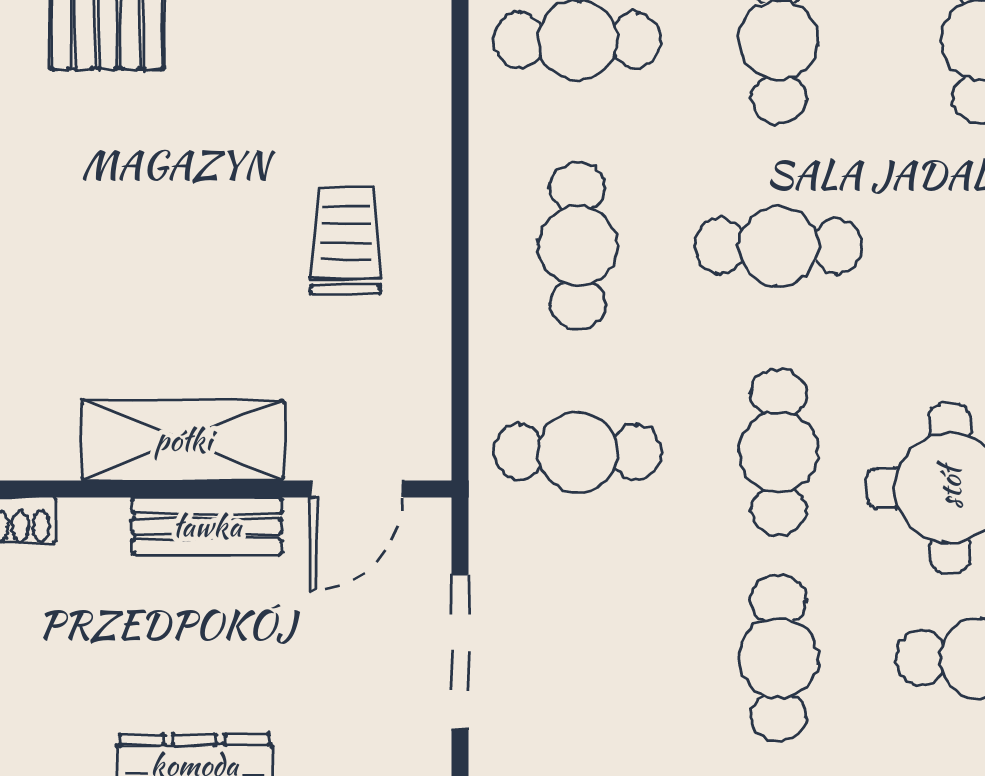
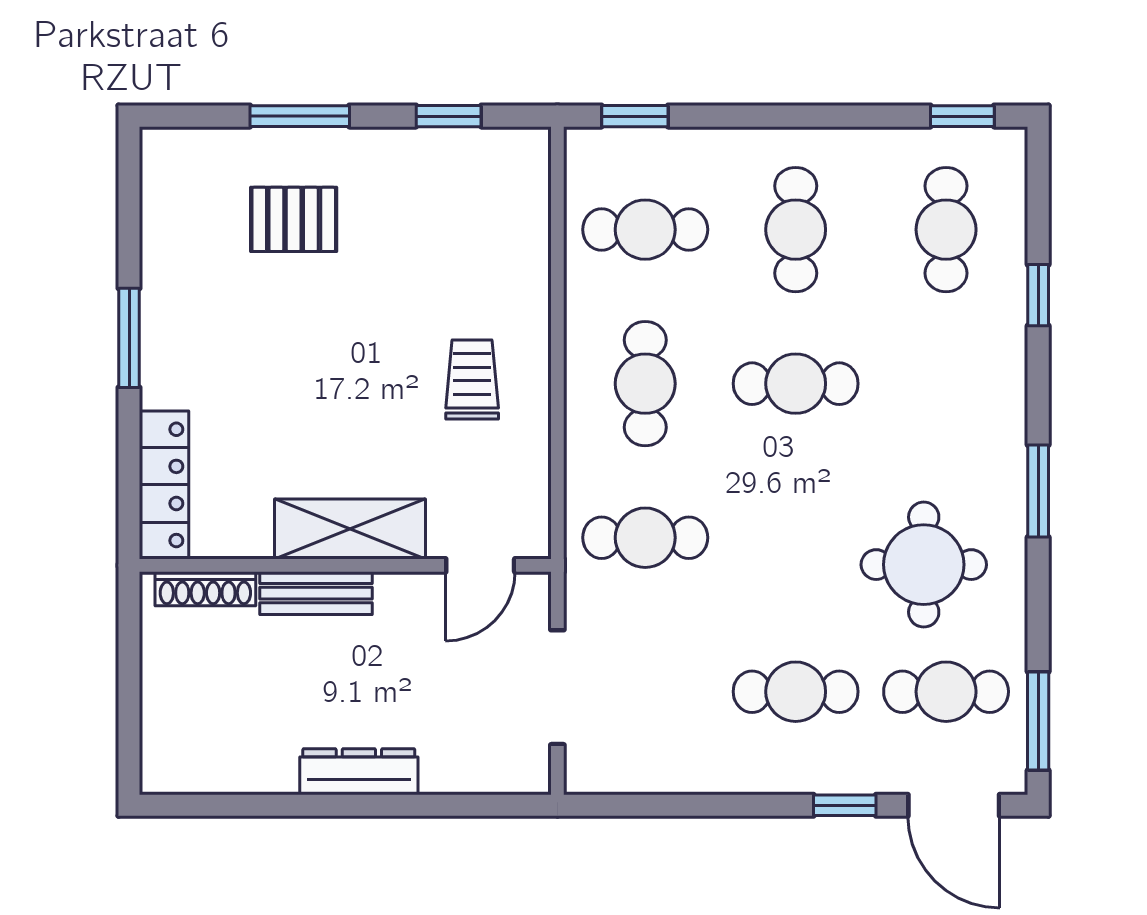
cafe table: (779, 452) -> (796, 538), removed
bench: (207, 526) -> (316, 593), moved
cafe table: (779, 658) -> (796, 692), turned 90

